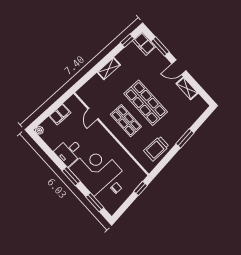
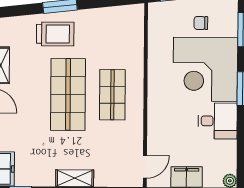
door: (93, 114) -> (145, 167), moved
trolley: (156, 149) -> (55, 34), moved

